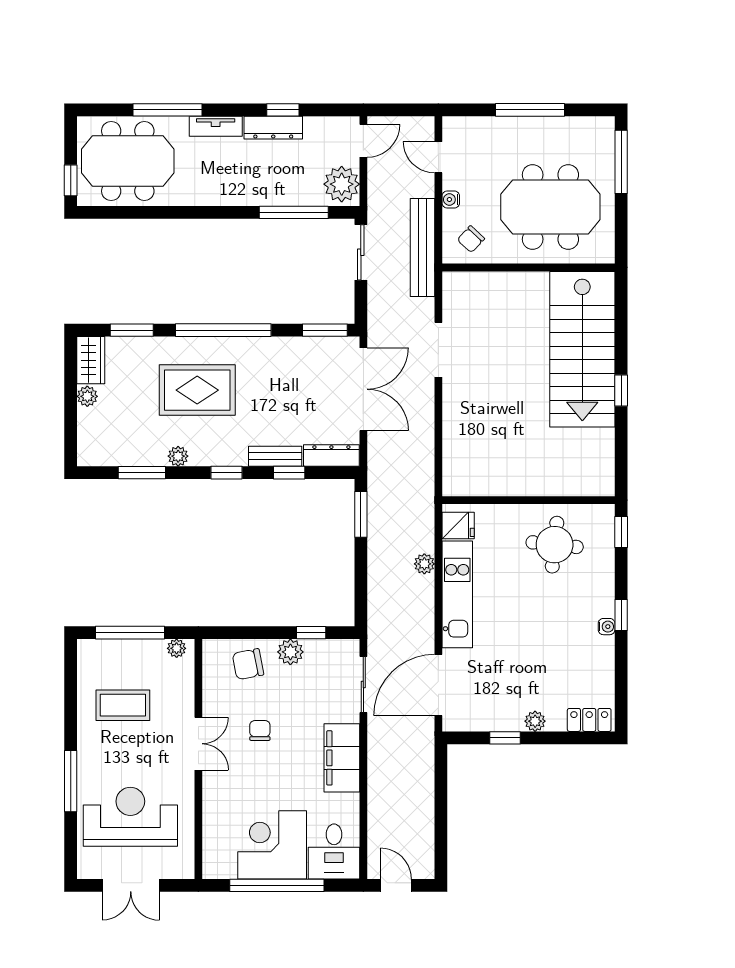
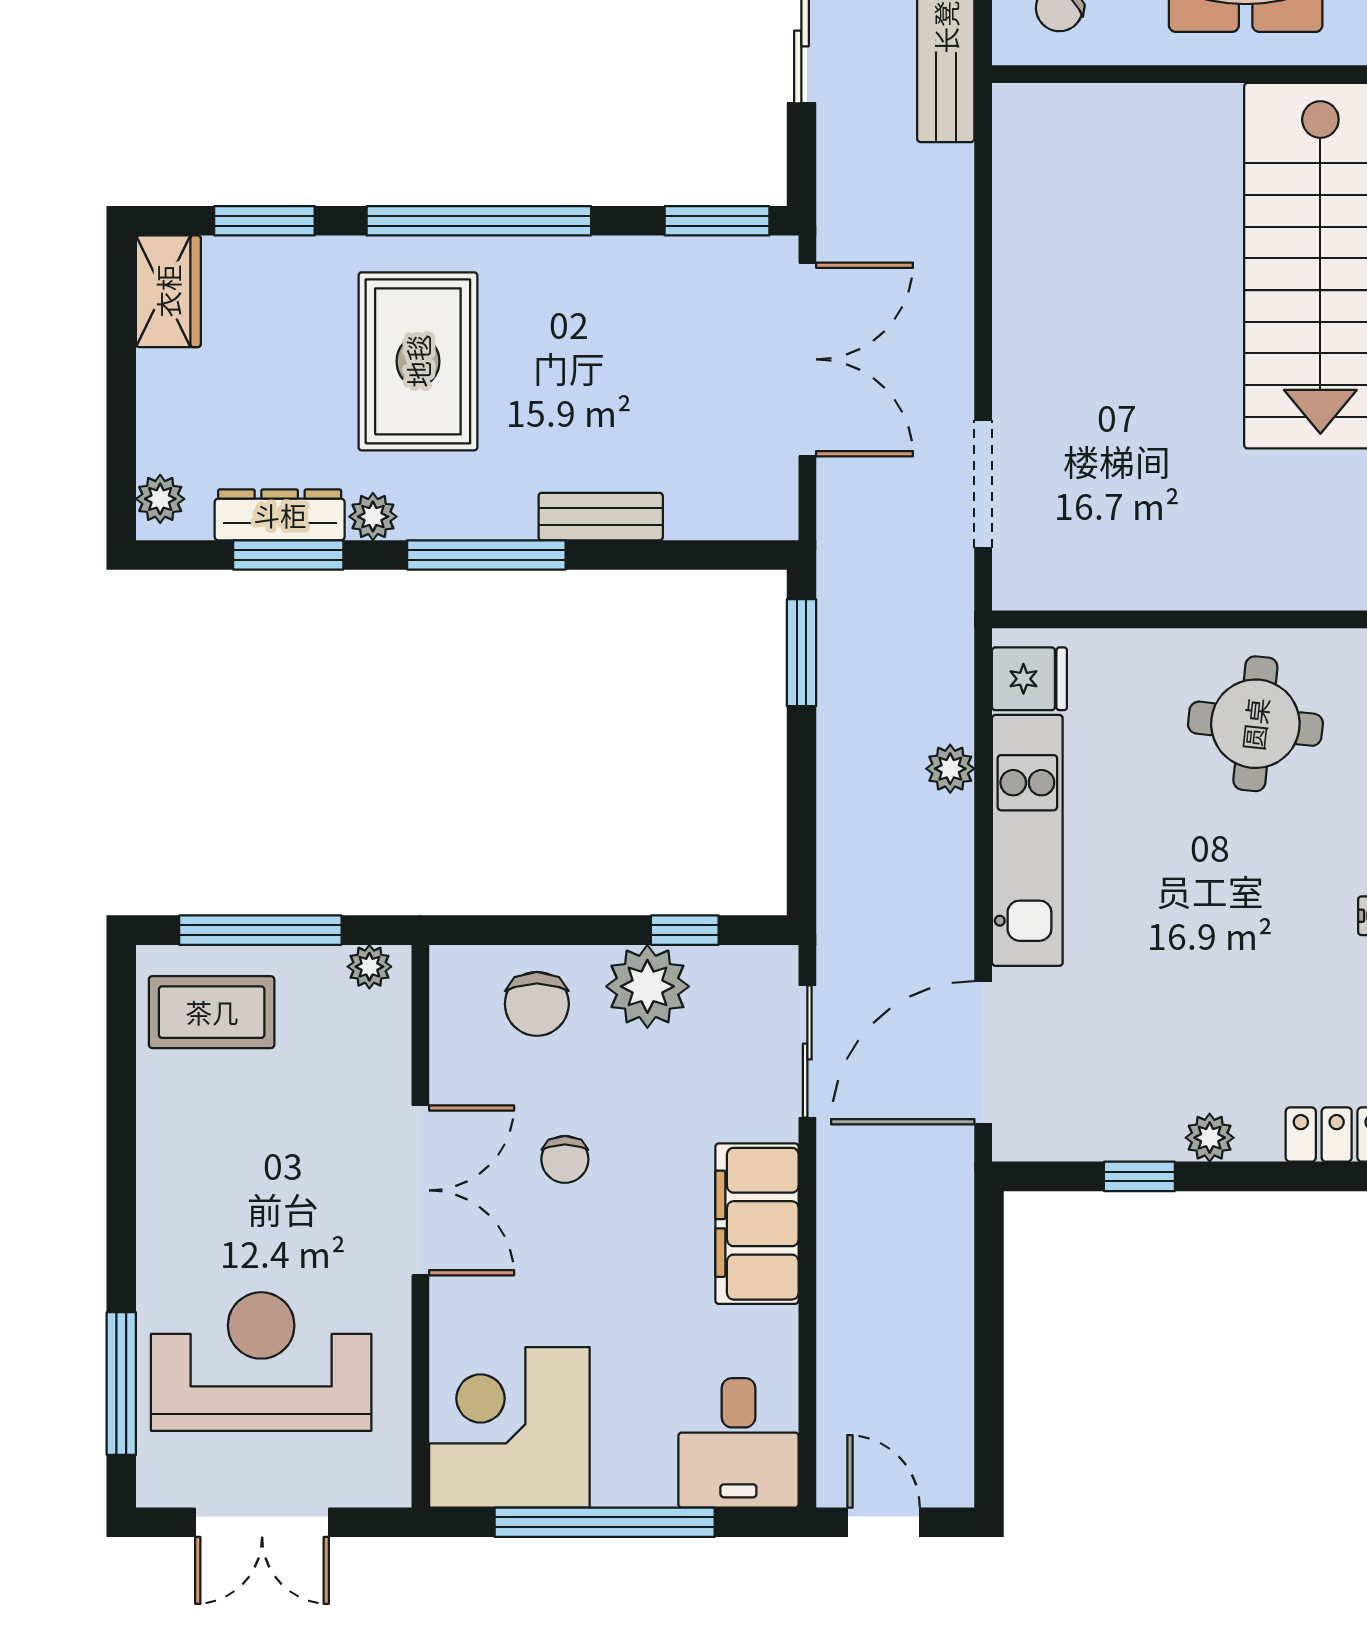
doorway: (438, 350) -> (983, 484), moved
rug: (197, 390) -> (418, 361), turned 90
plant: (87, 396) -> (160, 499), moved
dresser: (331, 456) -> (280, 515), moved
window: (226, 473) -> (486, 555), width x2.17
window: (289, 473) -> (633, 555), removed
plant: (290, 652) -> (647, 986), width x1.36, depth x1.36
chair: (248, 664) -> (537, 1004), turned -79
coffee table: (123, 705) -> (212, 1012), moved
chair: (260, 730) -> (565, 1159), turned 180
double door: (198, 744) -> (420, 1190), width x1.37
window: (71, 781) -> (121, 1384), moved
corner desk: (272, 845) -> (509, 1427), moved

